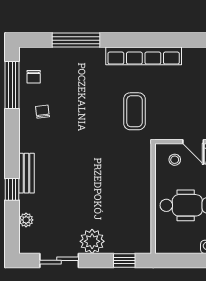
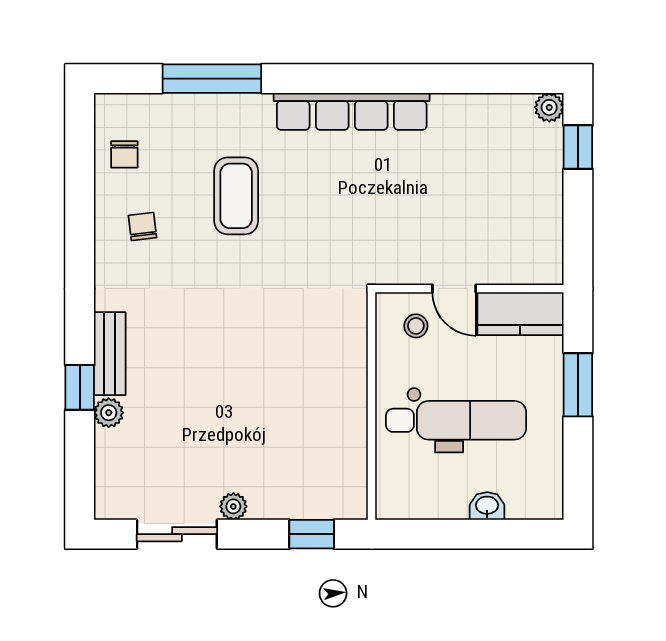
window: (12, 85) -> (80, 171), removed
coffee table: (134, 111) -> (236, 196), moved
plant: (26, 220) -> (109, 413), moved
plant: (92, 241) -> (233, 506), width x0.53, depth x0.53

